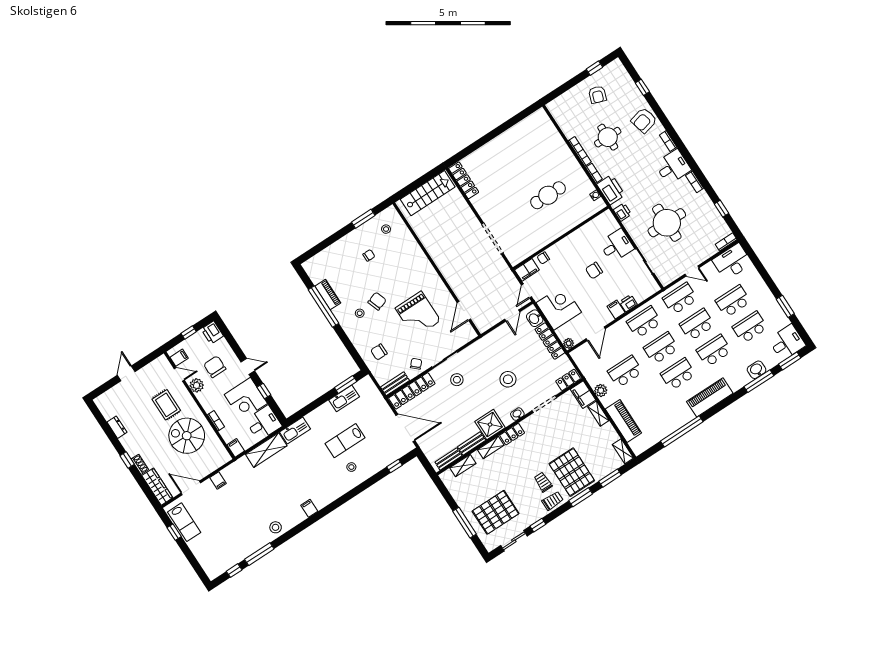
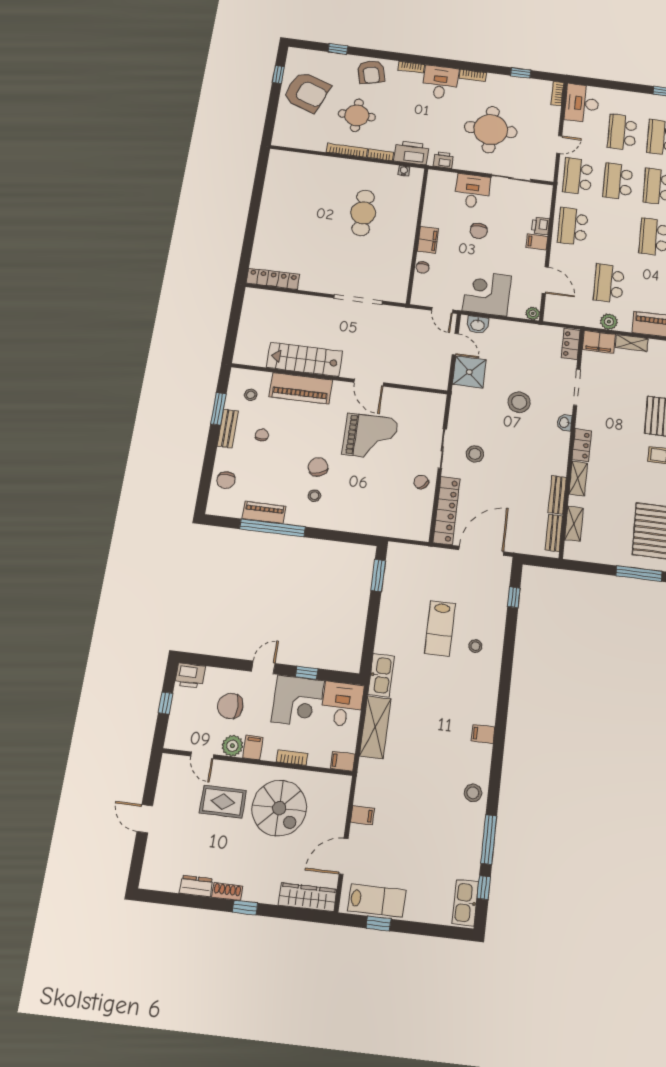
armchair: (597, 95) -> (307, 92), width x1.88, depth x1.88
stairs: (428, 193) -> (305, 359), moved, turned -90
piano: (413, 253) -> (301, 388), added
filing cabinet: (527, 270) -> (428, 240), moved
door: (464, 311) -> (369, 383), moved
locker: (550, 341) -> (514, 329), removed
school desk: (661, 348) -> (613, 232), removed
chair: (379, 352) -> (226, 480), moved
filing cabinet: (179, 358) -> (253, 747), moved
door: (179, 374) -> (202, 755), swing flipped
bench: (395, 384) -> (228, 428), moved
kitchen sink: (344, 398) -> (465, 903), moved, turned 180
shower: (490, 425) -> (469, 372), moved
spiral stairs: (187, 436) -> (279, 808), turned -90
shoe rack: (140, 464) -> (227, 892), moved

